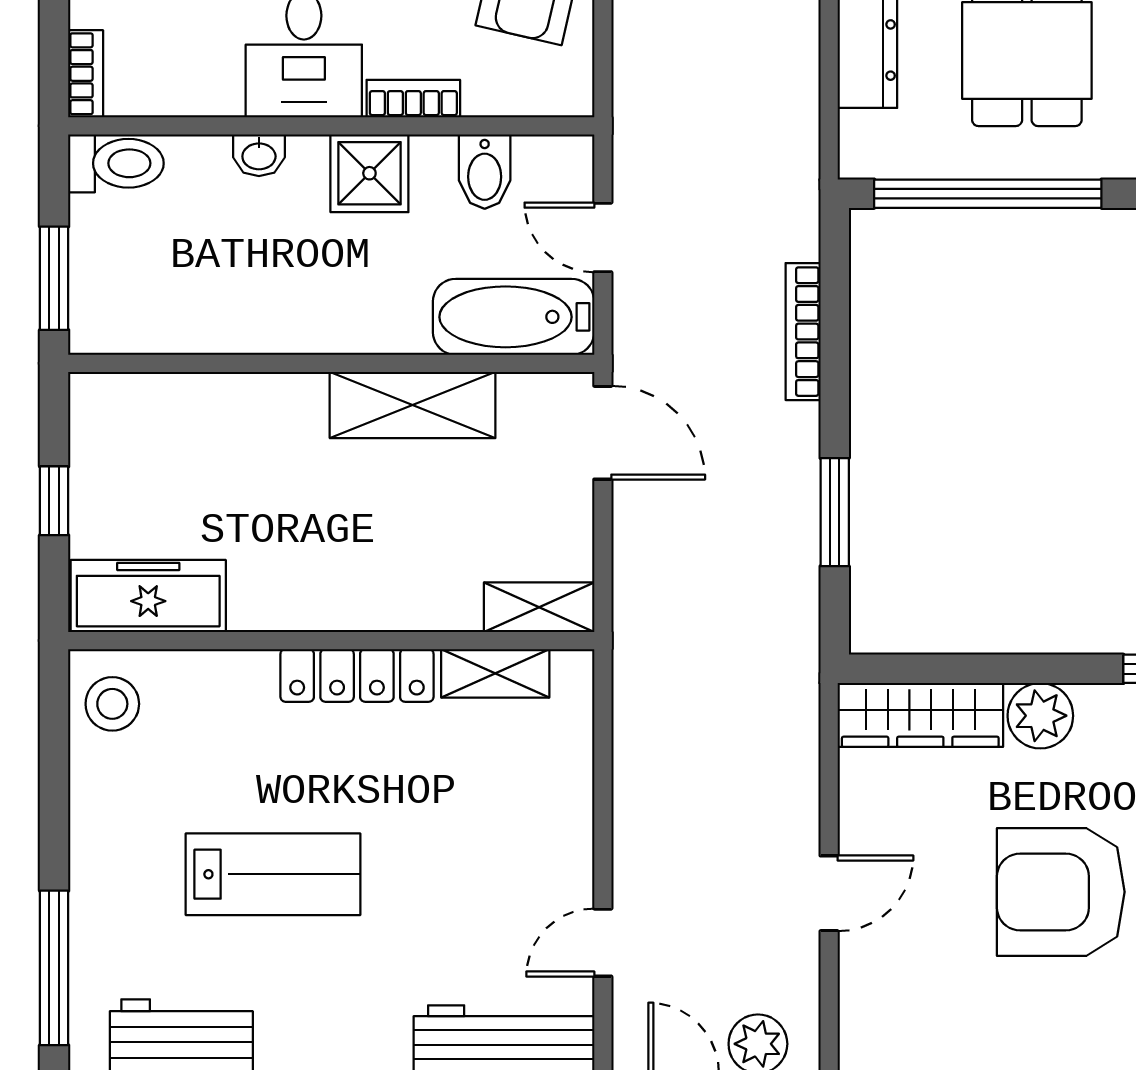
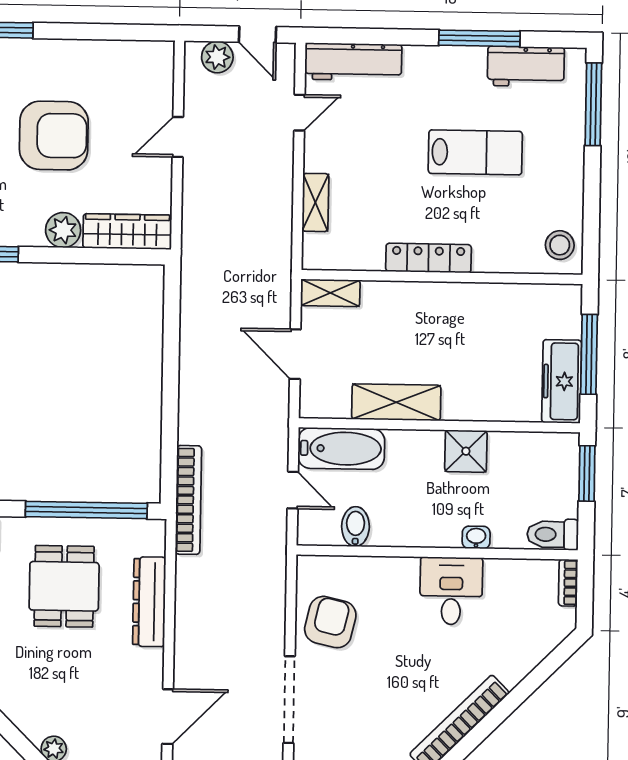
bookcase: (413, 99) -> (393, 566), removed
shower: (369, 173) -> (466, 451), moved
bookcase: (803, 332) -> (188, 500), moved, width x1.48, depth x1.31
door: (603, 433) -> (295, 354), moved
window: (54, 501) -> (589, 354), width x2.17
window: (835, 512) -> (171, 341), removed
freezer: (148, 596) -> (562, 381), moved, turned 90
shelving: (495, 673) -> (315, 202), moved, turned 90
lab bench: (273, 874) -> (475, 152), turned 180

